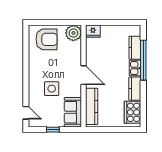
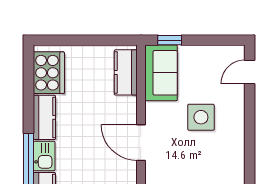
kitchen counter: (92, 106) -> (126, 72), width x0.67
door: (26, 113) -> (250, 72), hinge flipped
window: (53, 130) -> (170, 40), moved

